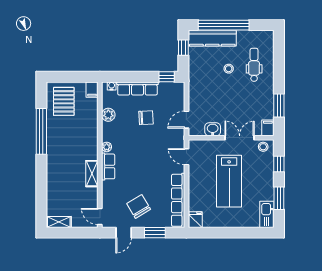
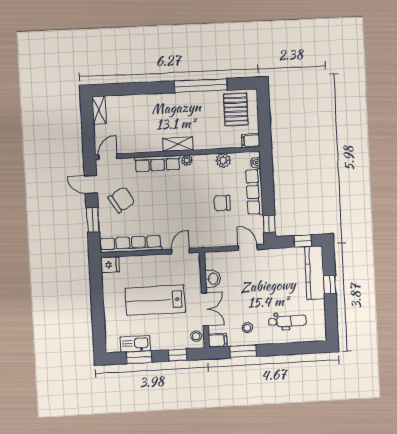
window: (224, 25) -> (330, 285), width x0.32
stool: (229, 69) -> (247, 328), moved
pallet: (64, 101) -> (236, 109), turned 90
chair: (146, 118) -> (222, 203), turned 93
door: (186, 120) -> (248, 247), moved
row of seats: (108, 166) -> (158, 164), width x1.48
shelving: (92, 174) -> (178, 144), moved
kitchen sink: (267, 214) -> (135, 344), moved

